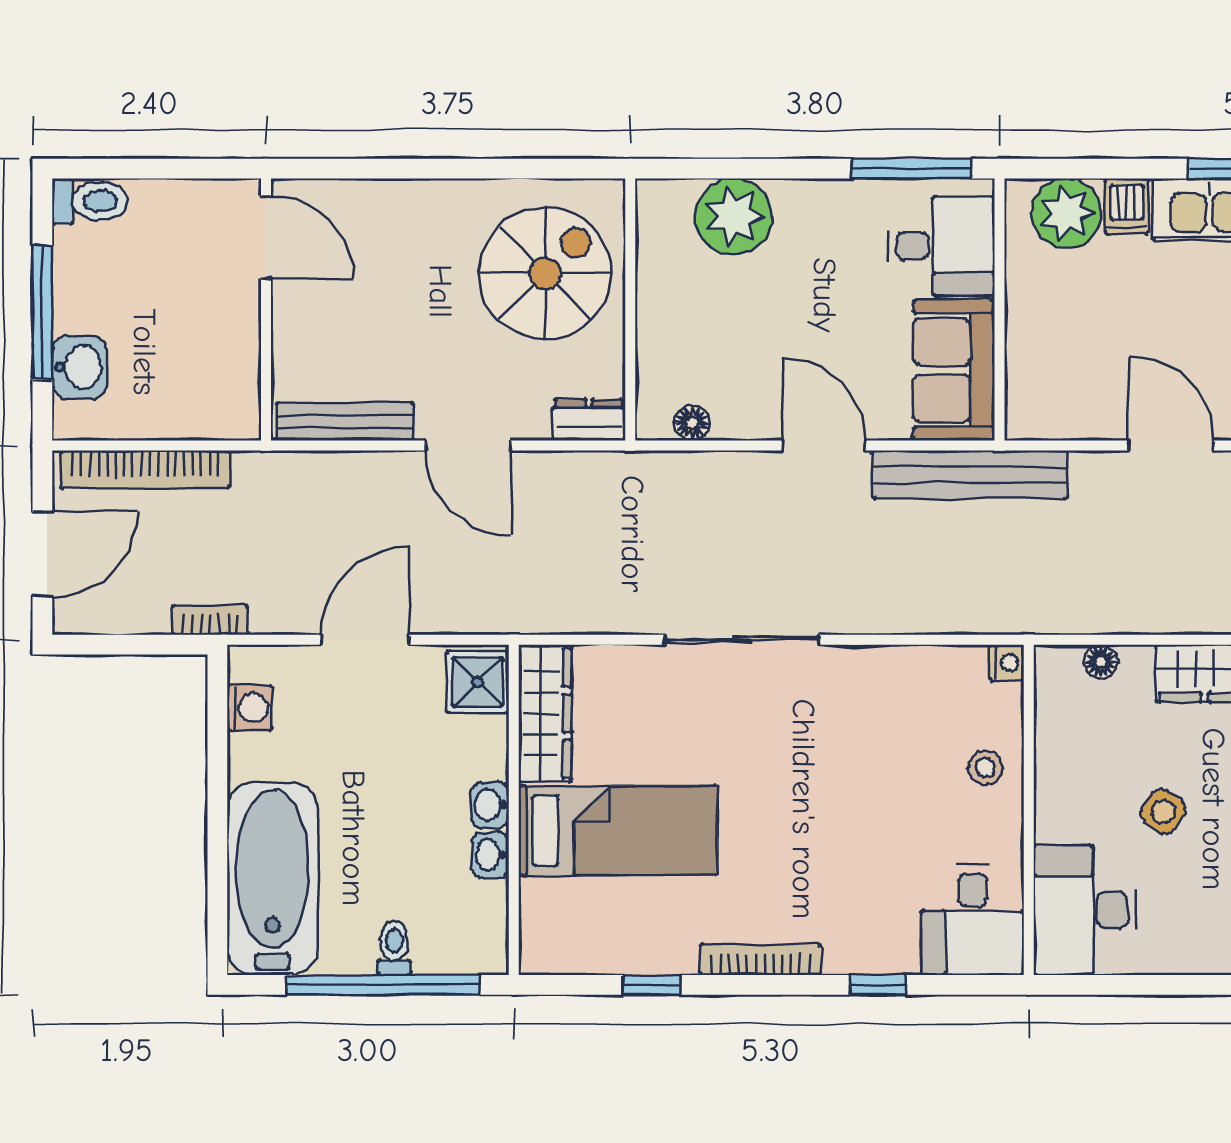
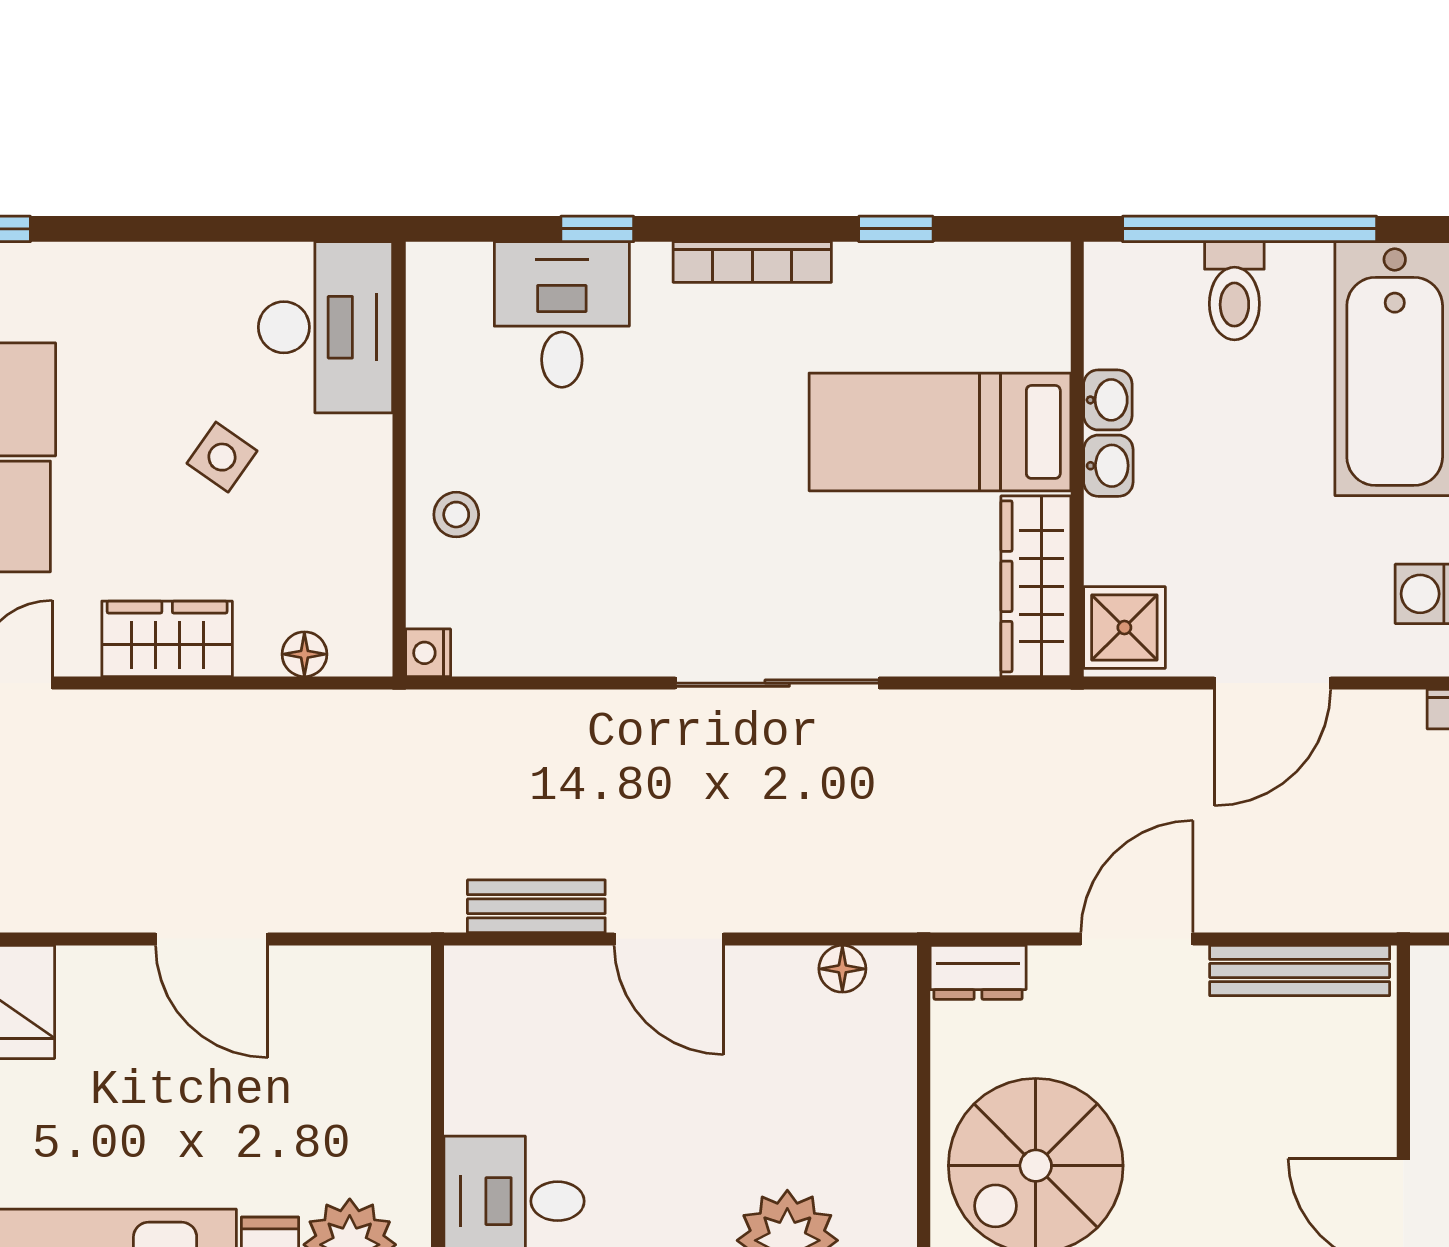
sofa: (954, 370) -> (498, 1038), removed
door: (468, 445) -> (1137, 939), hinge flipped
bench: (970, 475) -> (536, 906), width x0.54, depth x0.82
desk: (973, 920) -> (562, 314), moved
toilet: (394, 948) -> (1234, 291), width x1.37, depth x1.39

